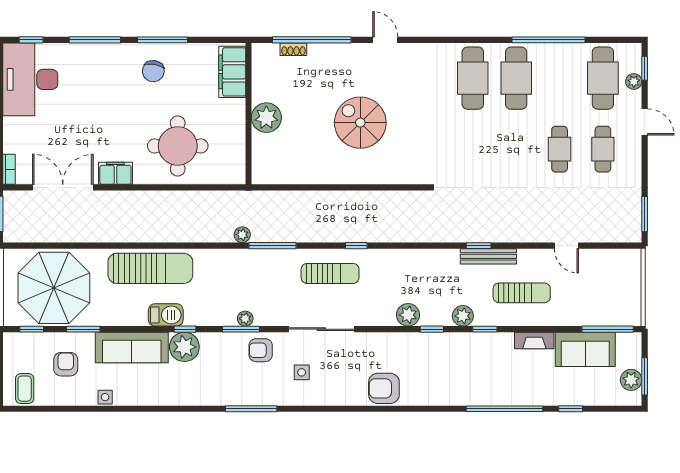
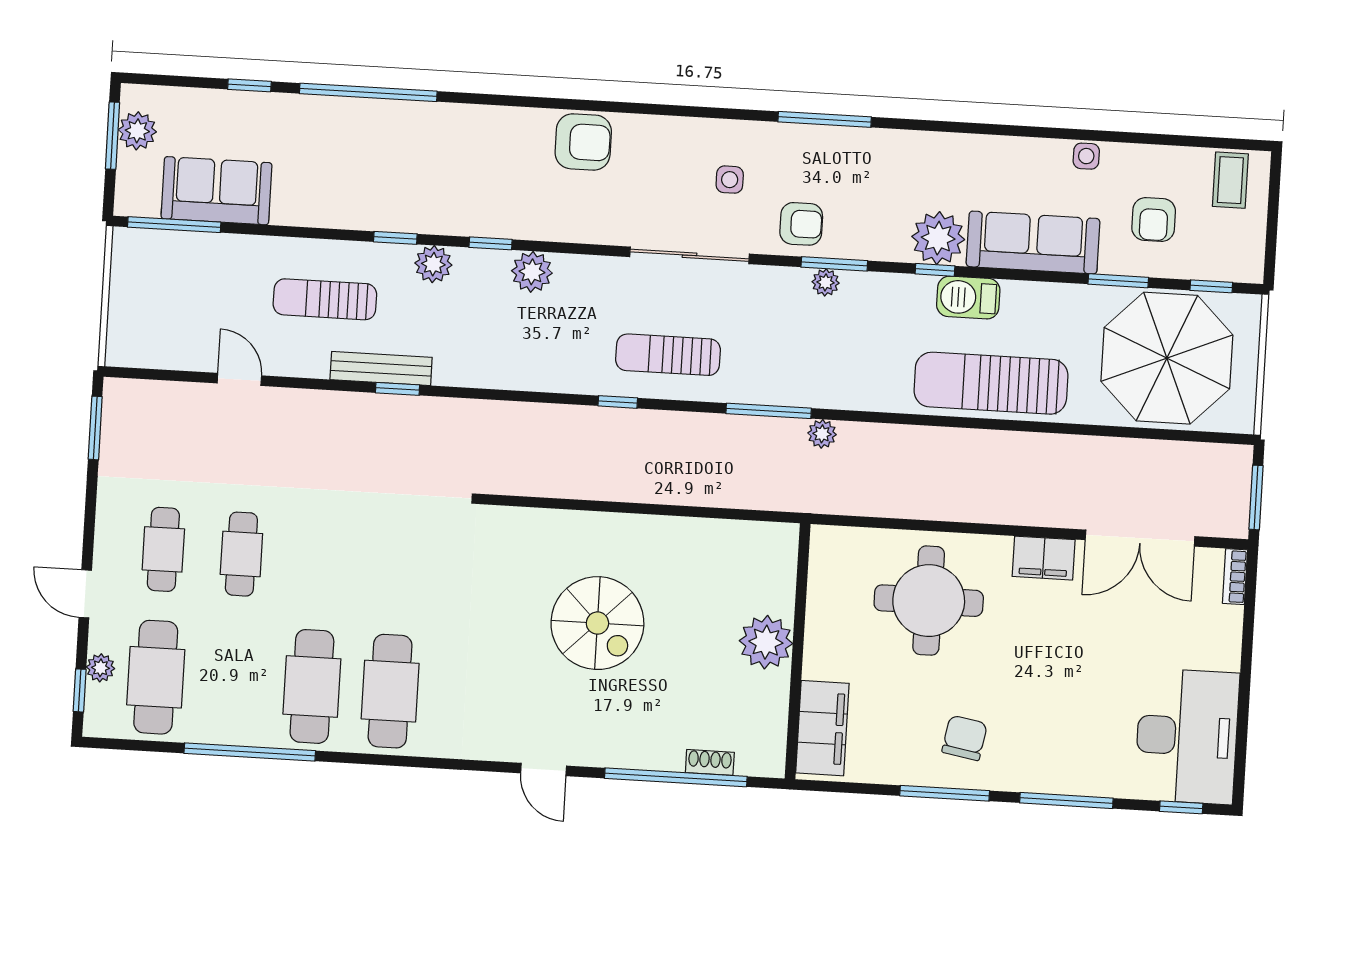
fireplace: (534, 340) -> (307, 212), removed

